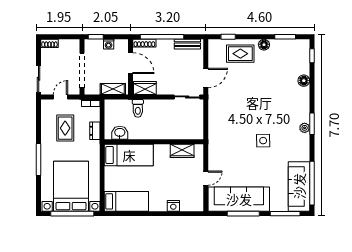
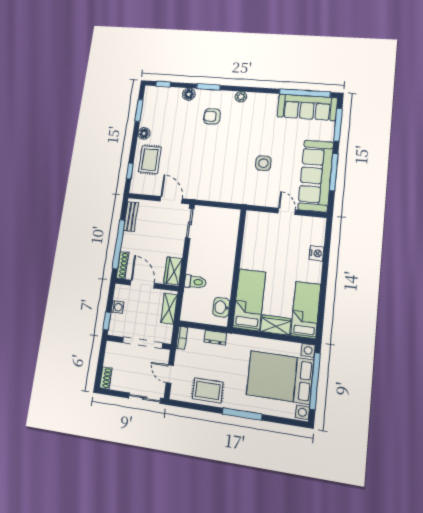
door: (130, 63) -> (142, 284), hinge flipped
armchair: (285, 104) -> (212, 116), added
window: (312, 124) -> (208, 87), moved
rug: (65, 128) -> (208, 390), moved
side table: (263, 141) -> (263, 163), moved
wardrobe: (182, 151) -> (276, 325), moved, turned -90

